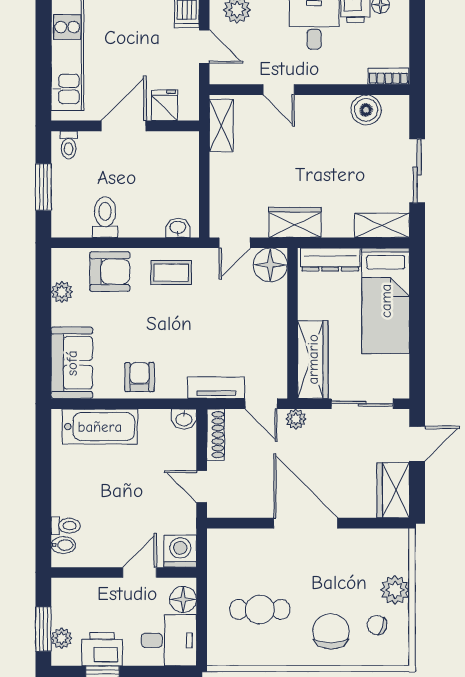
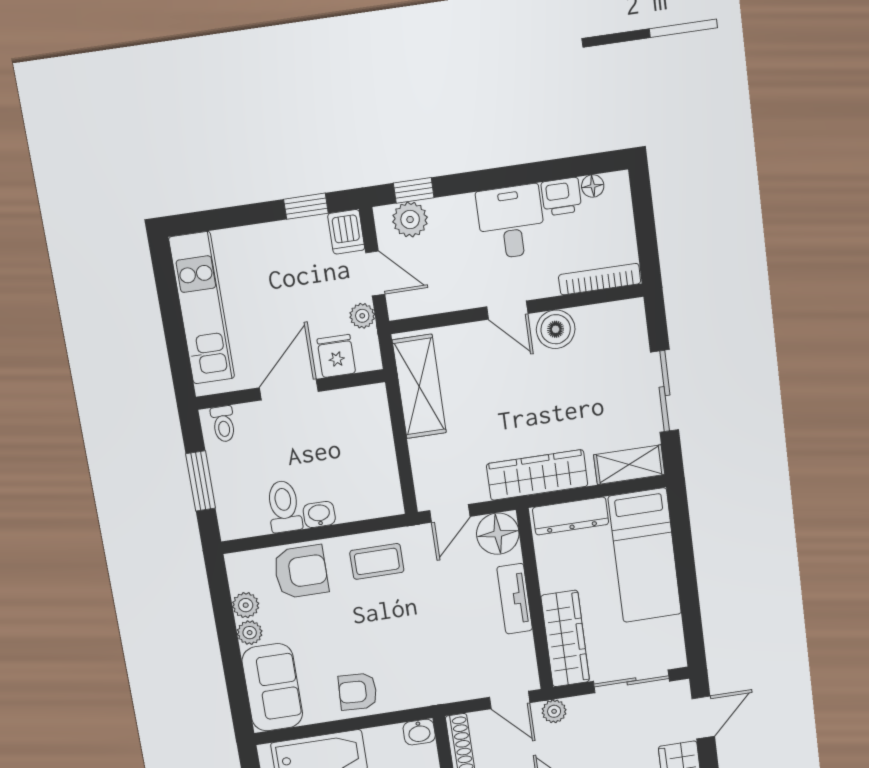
bookcase: (388, 76) -> (600, 279), width x1.56
plant: (189, 77) -> (362, 316), added
door: (279, 90) -> (507, 310), moved
boiler: (366, 110) -> (556, 329), moved
shelving: (221, 125) -> (419, 386), width x1.50, depth x1.33
wardrobe: (295, 222) -> (537, 475), width x1.50
washbasin: (178, 228) -> (319, 514), moved
plant: (61, 315) -> (250, 633), added
armchair: (140, 377) -> (358, 692), turned -87
tv unit: (216, 388) -> (515, 599), moved, turned -90

